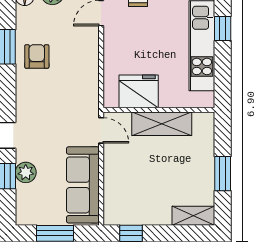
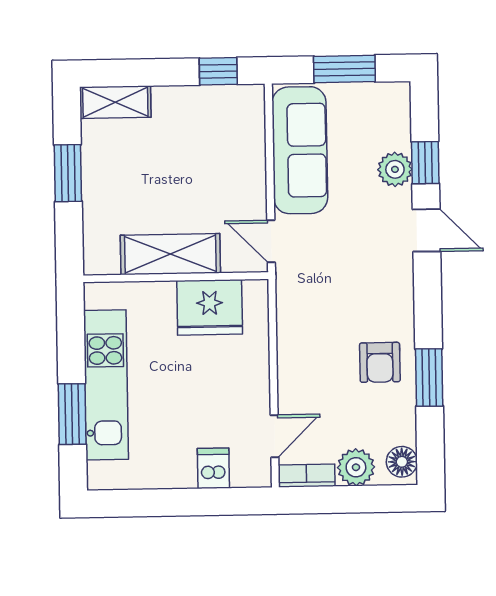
window: (223, 29) -> (72, 414), width x1.50

